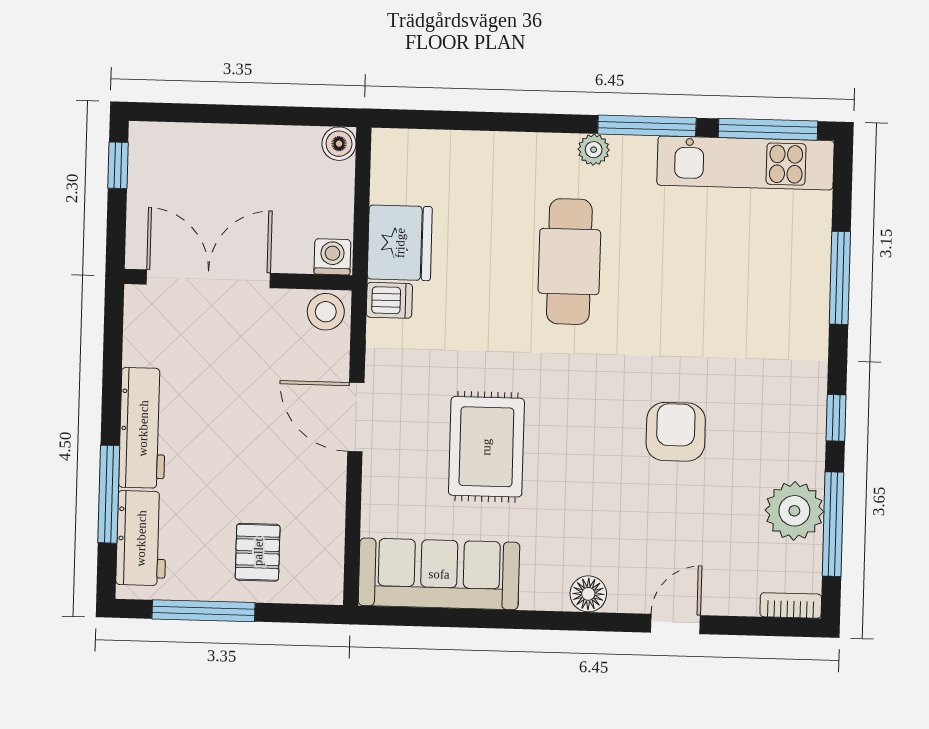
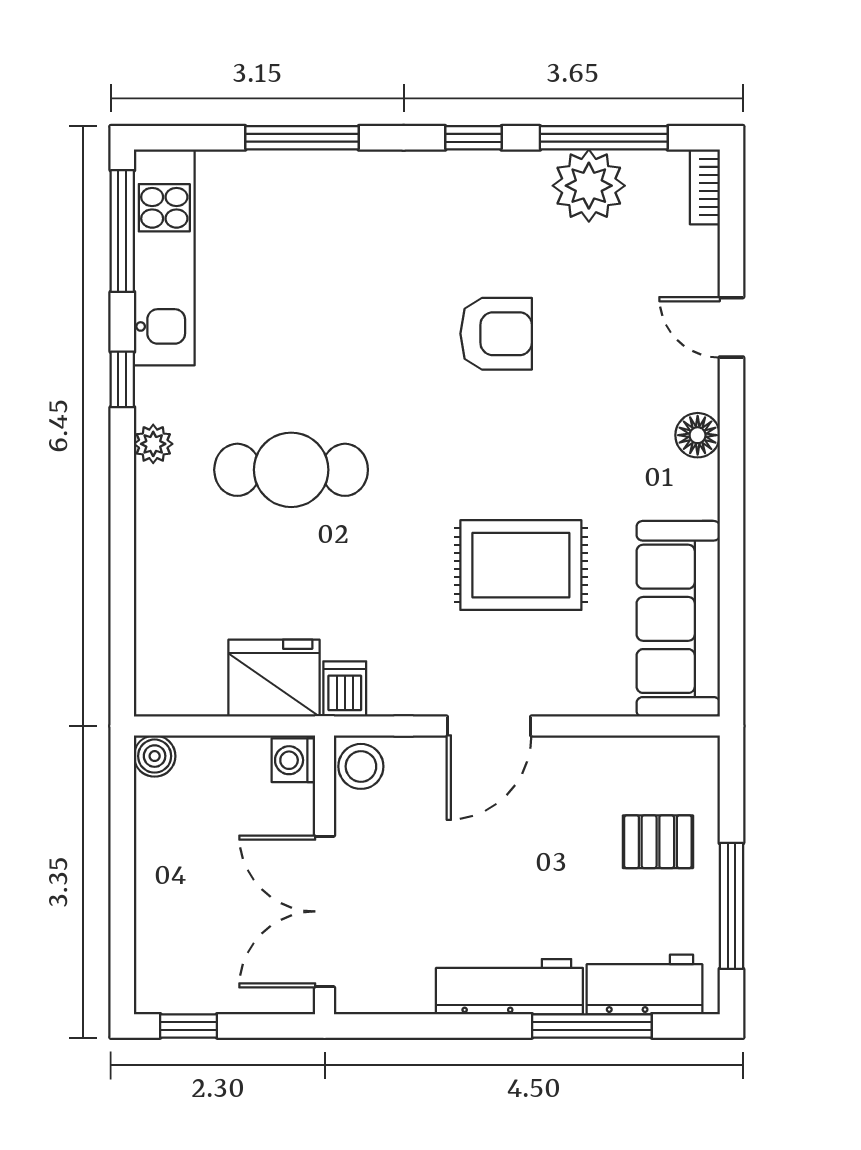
window: (647, 126) -> (122, 379), width x0.46
armchair: (676, 432) -> (496, 334), turned 180

